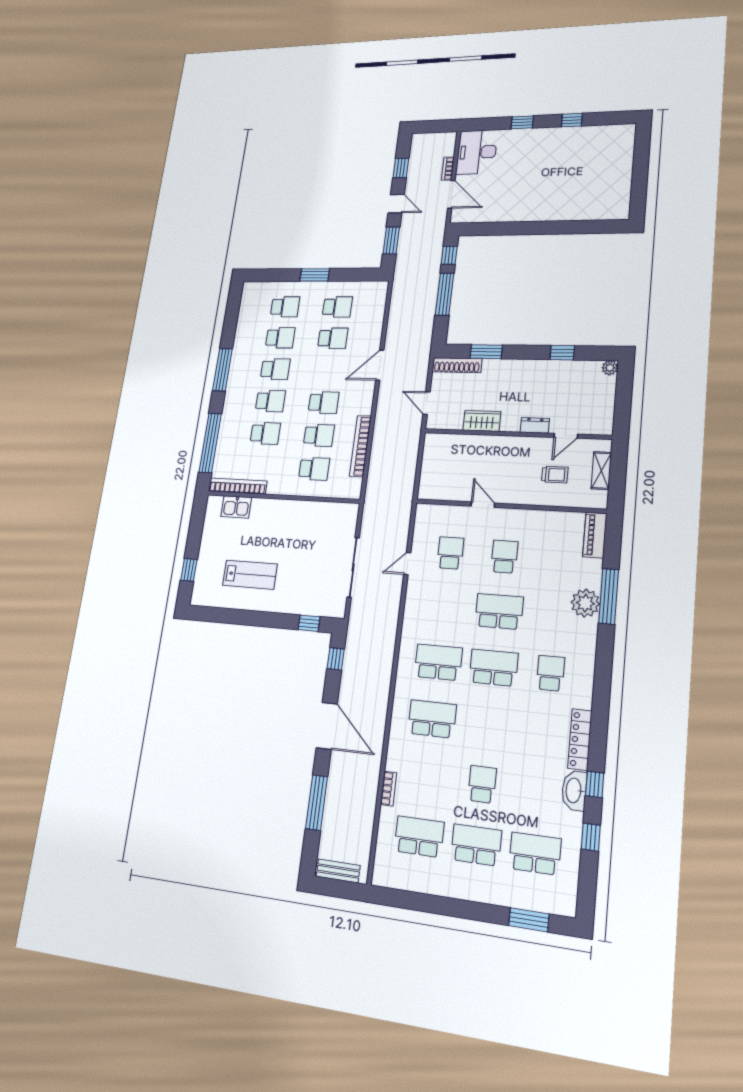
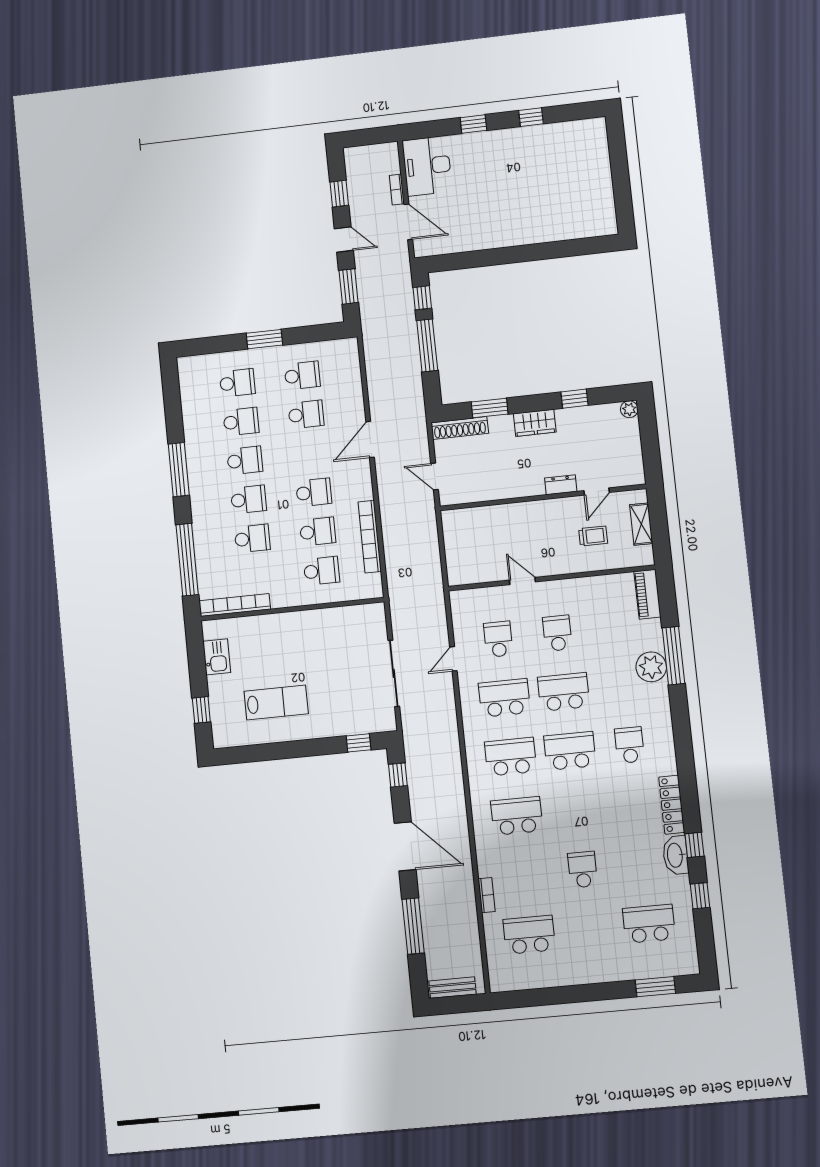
wardrobe: (482, 421) -> (535, 423), moved, turned 180
kitchen sink: (236, 507) -> (217, 657), moved, turned -90
school desk: (476, 845) -> (504, 698), moved

